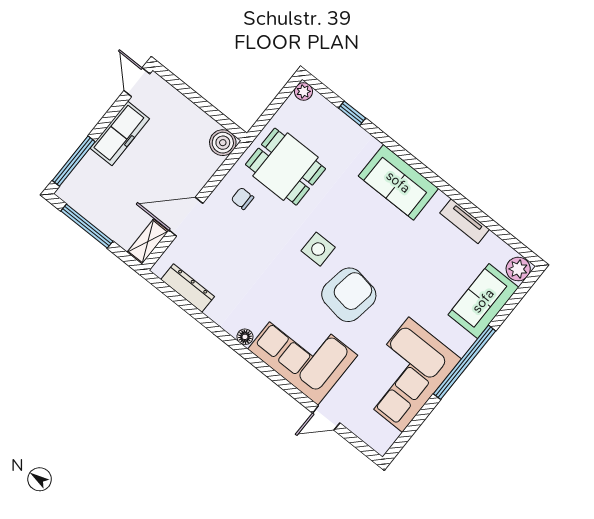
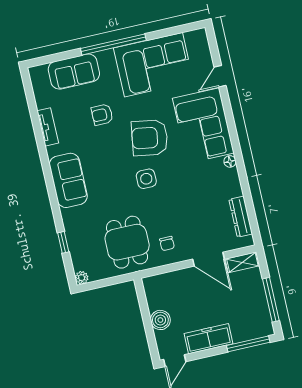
boiler: (223, 143) -> (160, 320), moved
plant: (518, 269) -> (39, 74), removed
armchair: (418, 279) -> (102, 115), added
door: (326, 418) -> (220, 76), swing flipped

